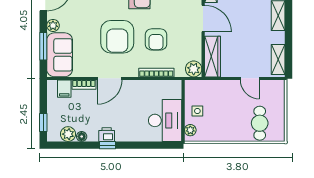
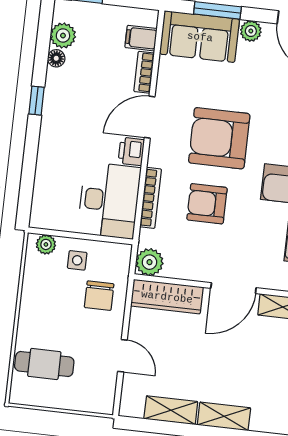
shelving: (278, 59) -> (171, 410), moved
door: (110, 78) -> (150, 117), hinge flipped
door: (250, 78) -> (122, 356), swing flipped
chair: (216, 96) -> (99, 296), added
desk: (165, 120) -> (109, 200), moved, turned -90
printer: (107, 135) -> (131, 151), moved, turned 180

